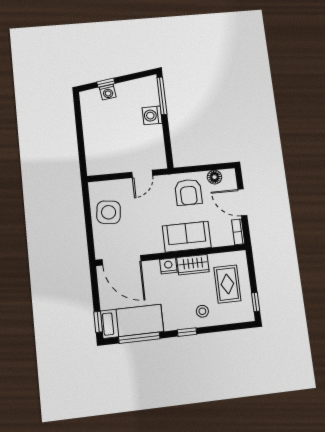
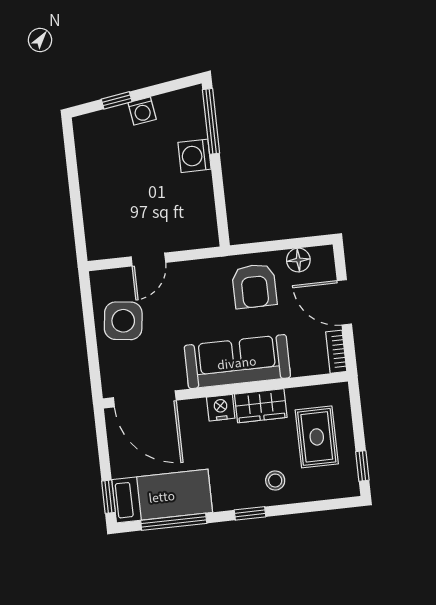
washing machine: (108, 92) -> (142, 111), moved
door: (142, 174) -> (148, 260), moved
sofa: (187, 237) -> (237, 362), width x1.36

